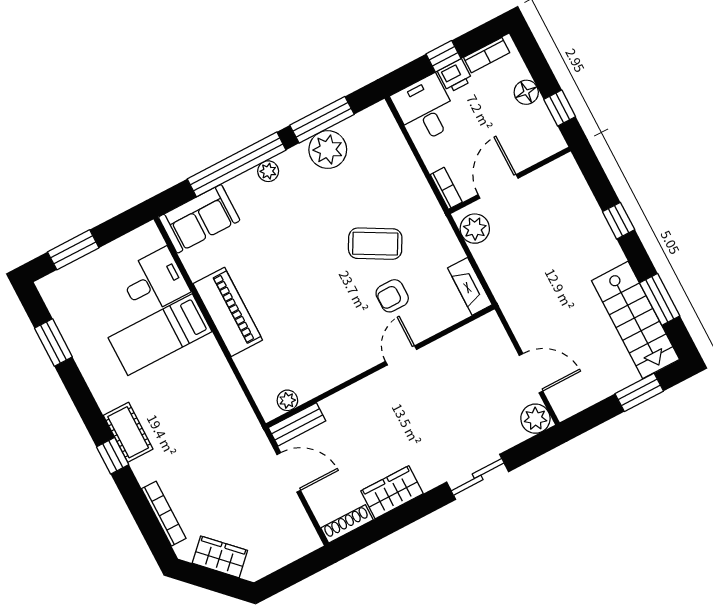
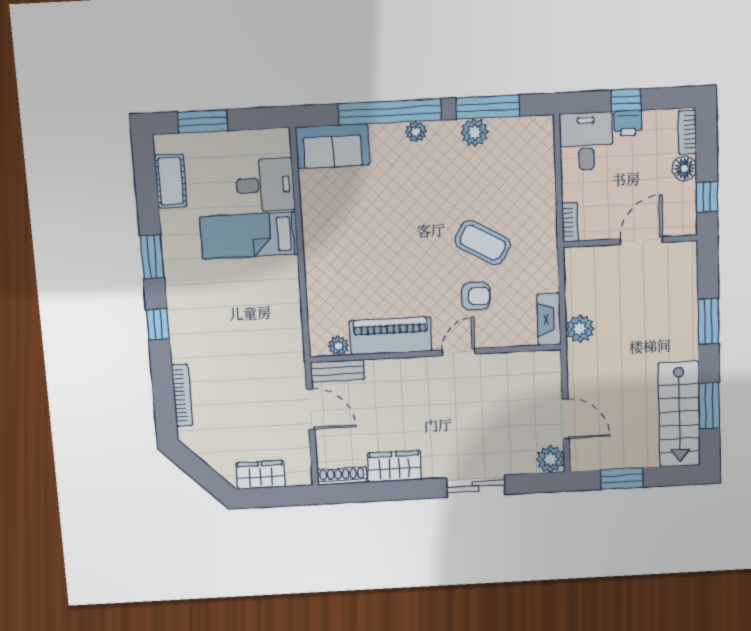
bookcase: (487, 55) -> (687, 132), moved, turned 90
plant: (328, 150) -> (475, 132), width x0.73, depth x0.73
door: (498, 186) -> (641, 241), moved
window: (619, 221) -> (708, 321), width x1.50
plant: (475, 229) -> (580, 329), moved
armchair: (392, 296) -> (476, 296), turned 180
piano: (228, 312) -> (391, 336), moved, turned -90
window: (53, 342) -> (152, 257), moved
window: (639, 392) -> (622, 479), moved
cot: (128, 432) -> (171, 181), moved
wardrobe: (220, 557) -> (261, 475), moved, turned -45

